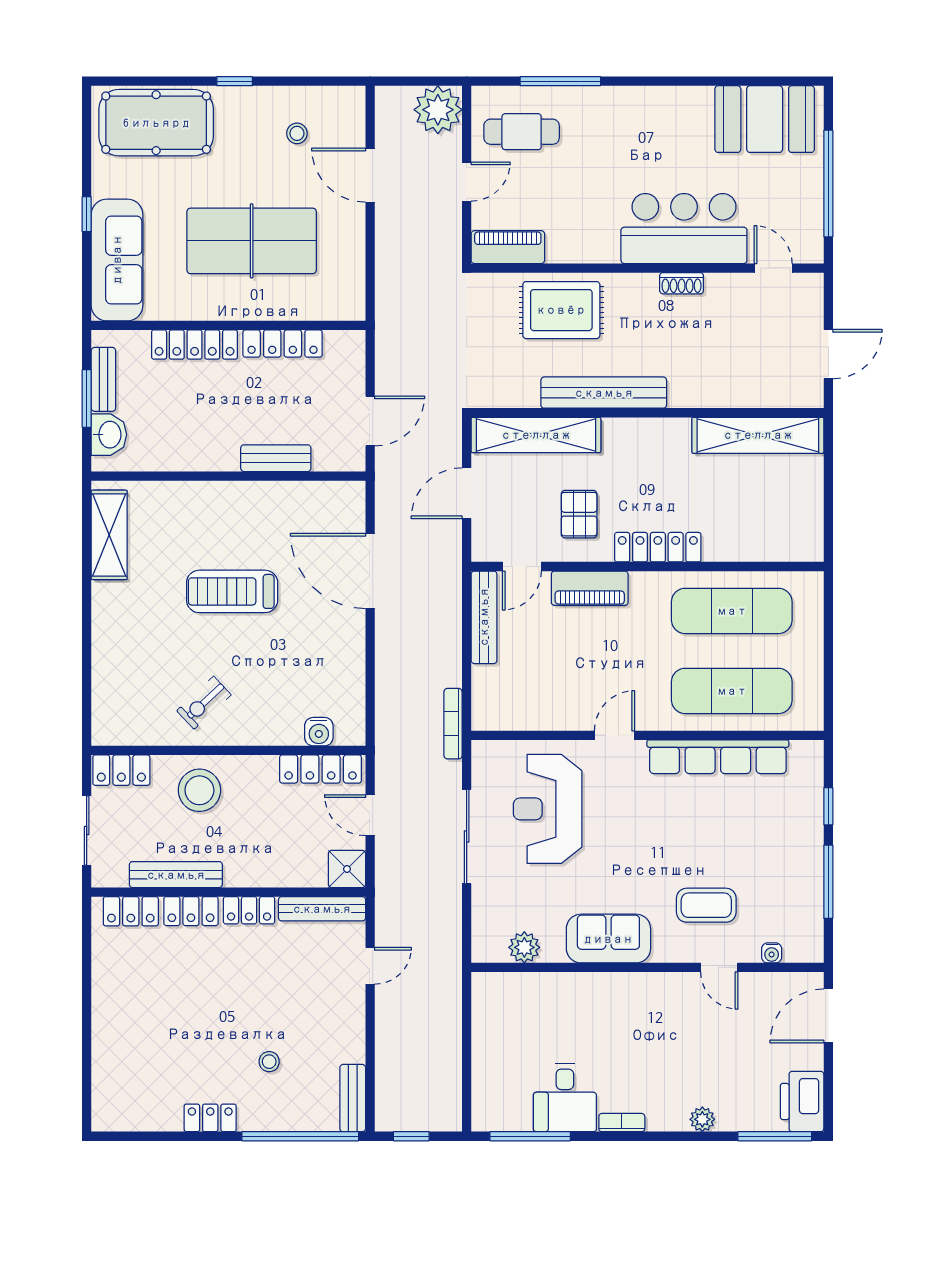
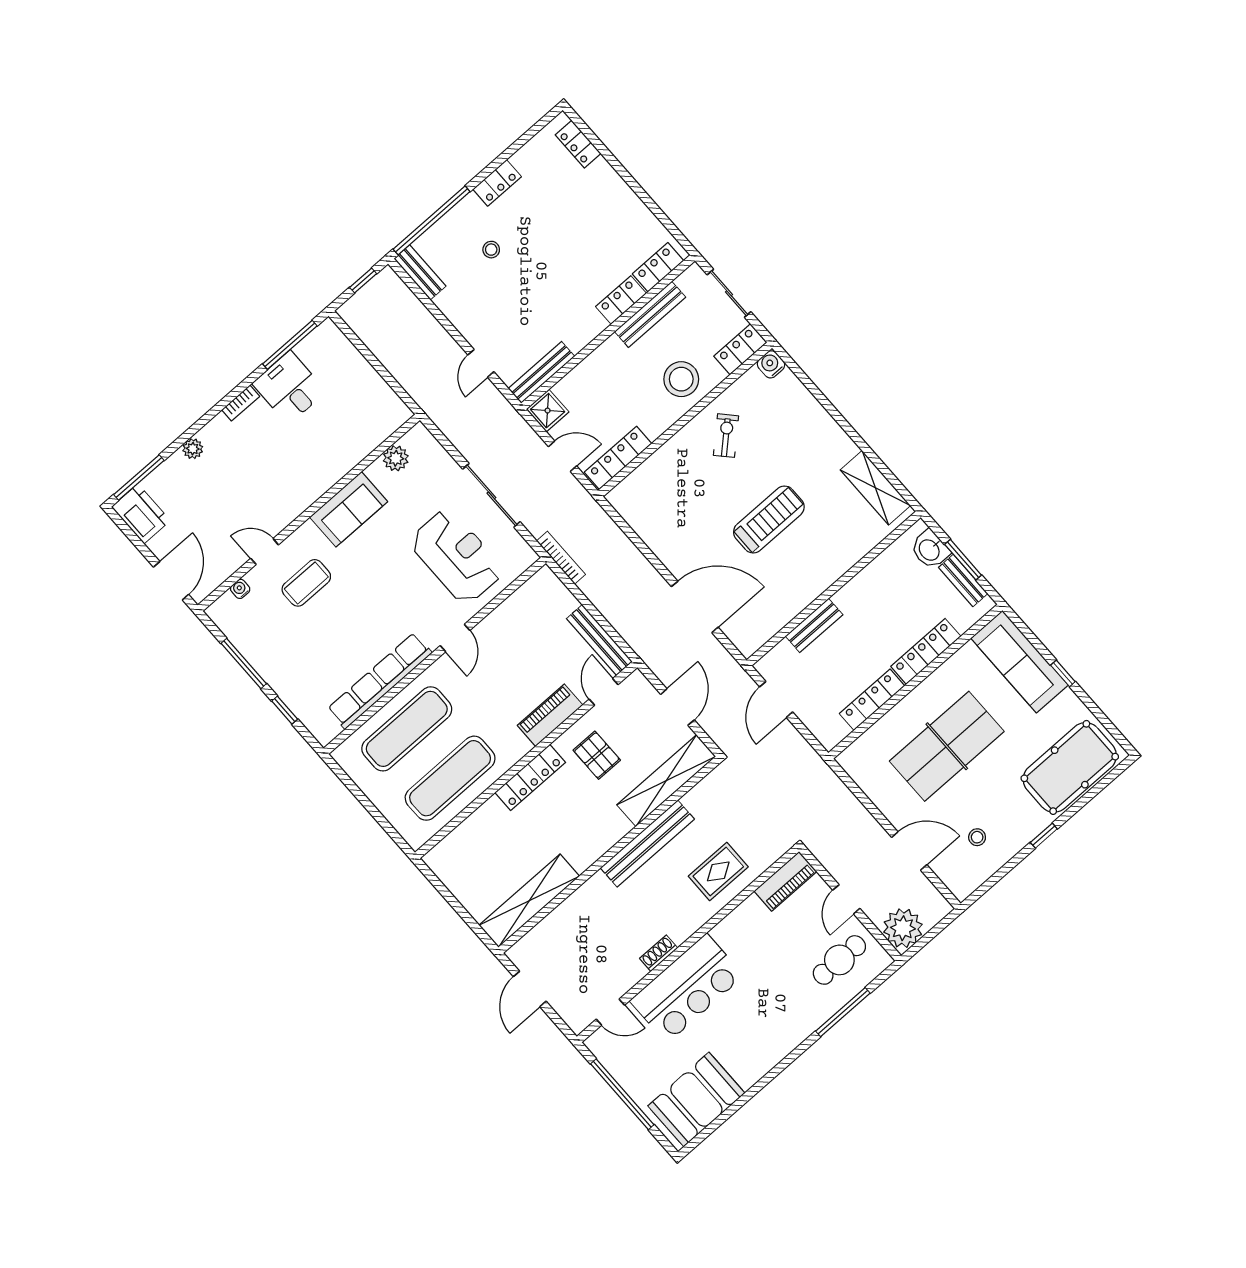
rug: (561, 310) -> (718, 871), width x0.73, depth x0.70
water cooler: (319, 732) -> (771, 364), moved
locker: (249, 910) -> (578, 144), moved, turned -90

